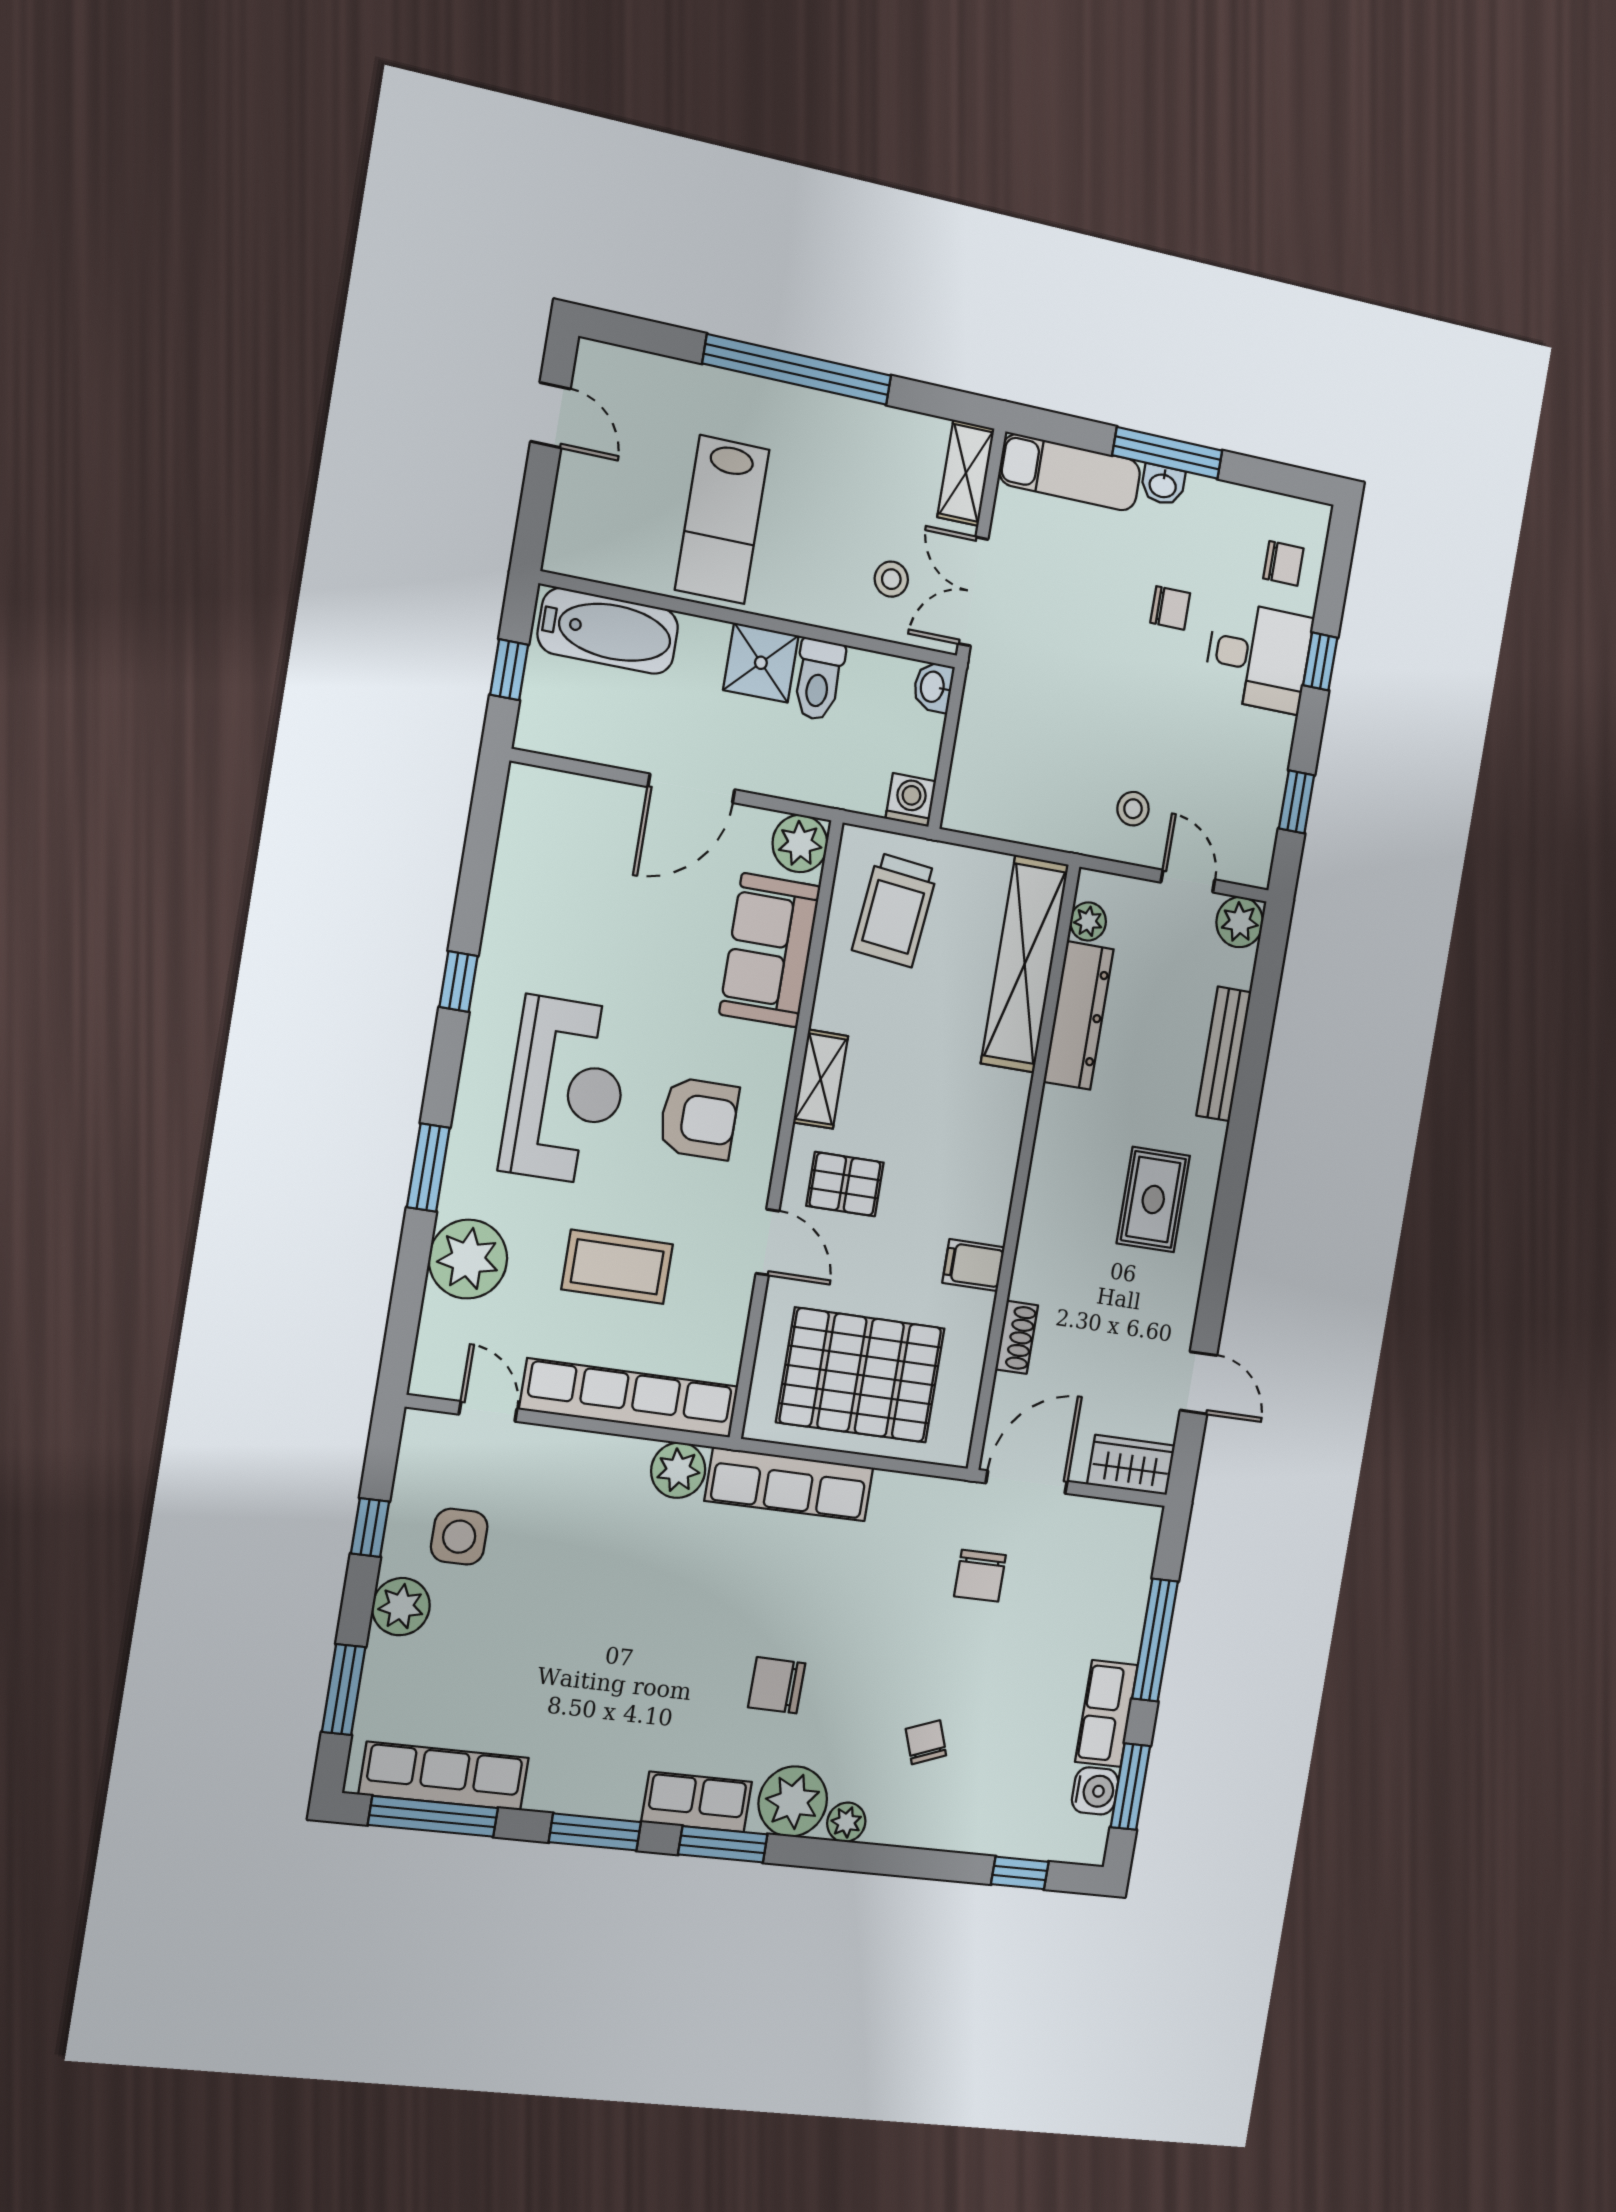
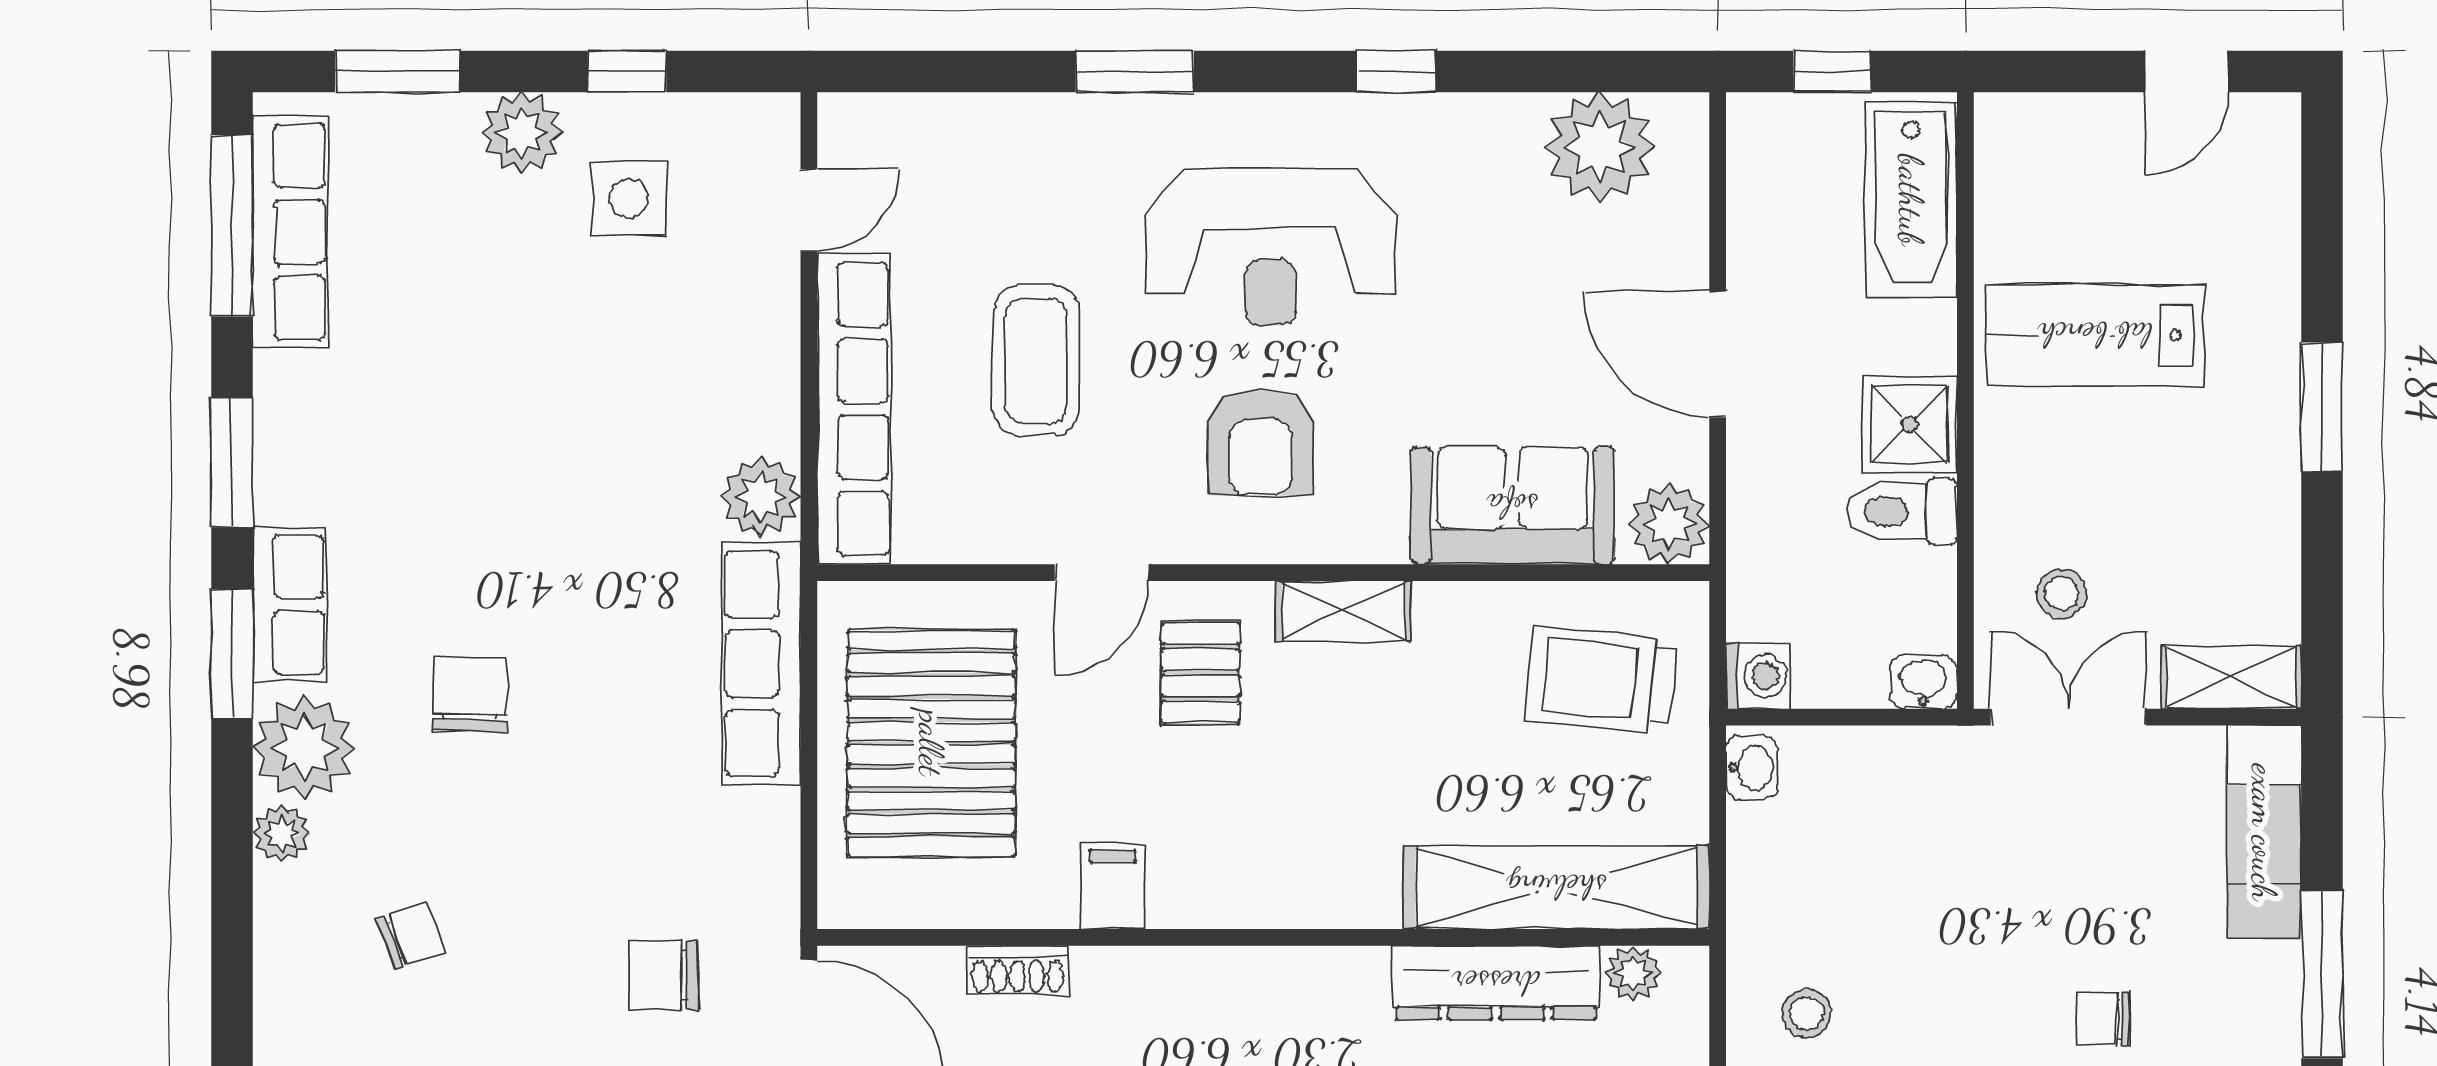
window: (797, 370) -> (2322, 407), width x0.47
washbasin: (1163, 485) -> (1752, 768), moved, turned 180
chair: (1170, 608) -> (2103, 1019), turned 90
plant: (468, 1259) -> (1600, 147), moved

